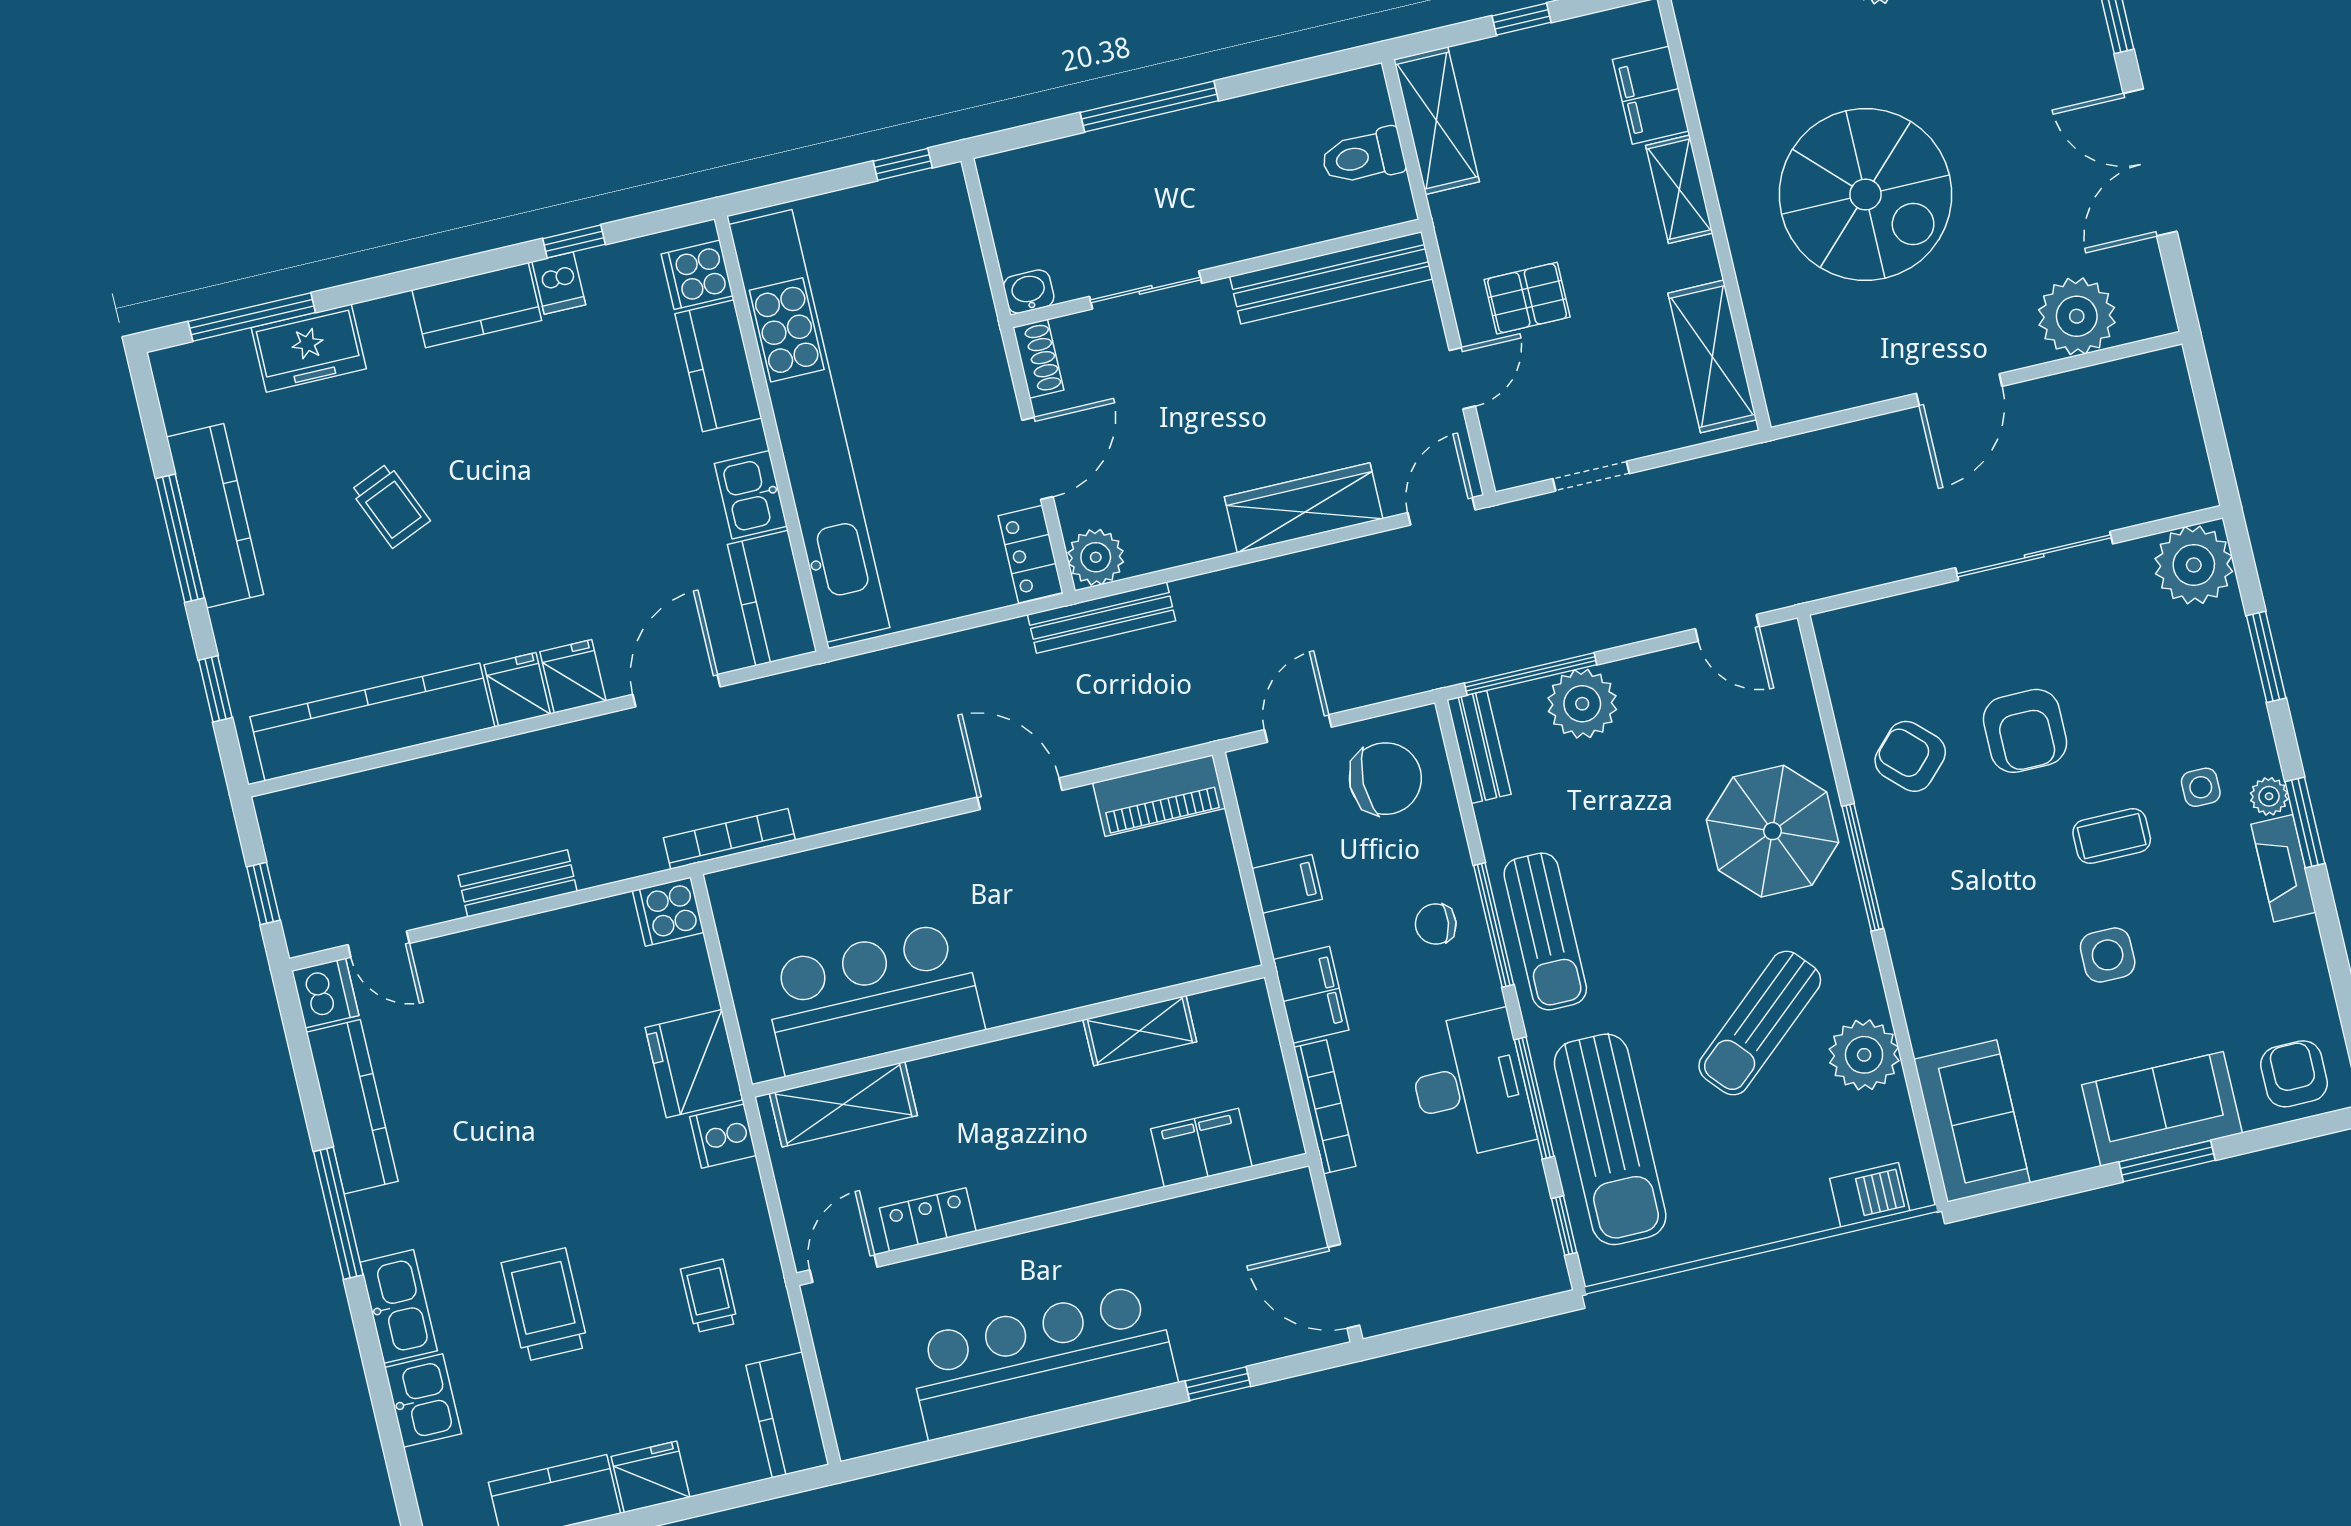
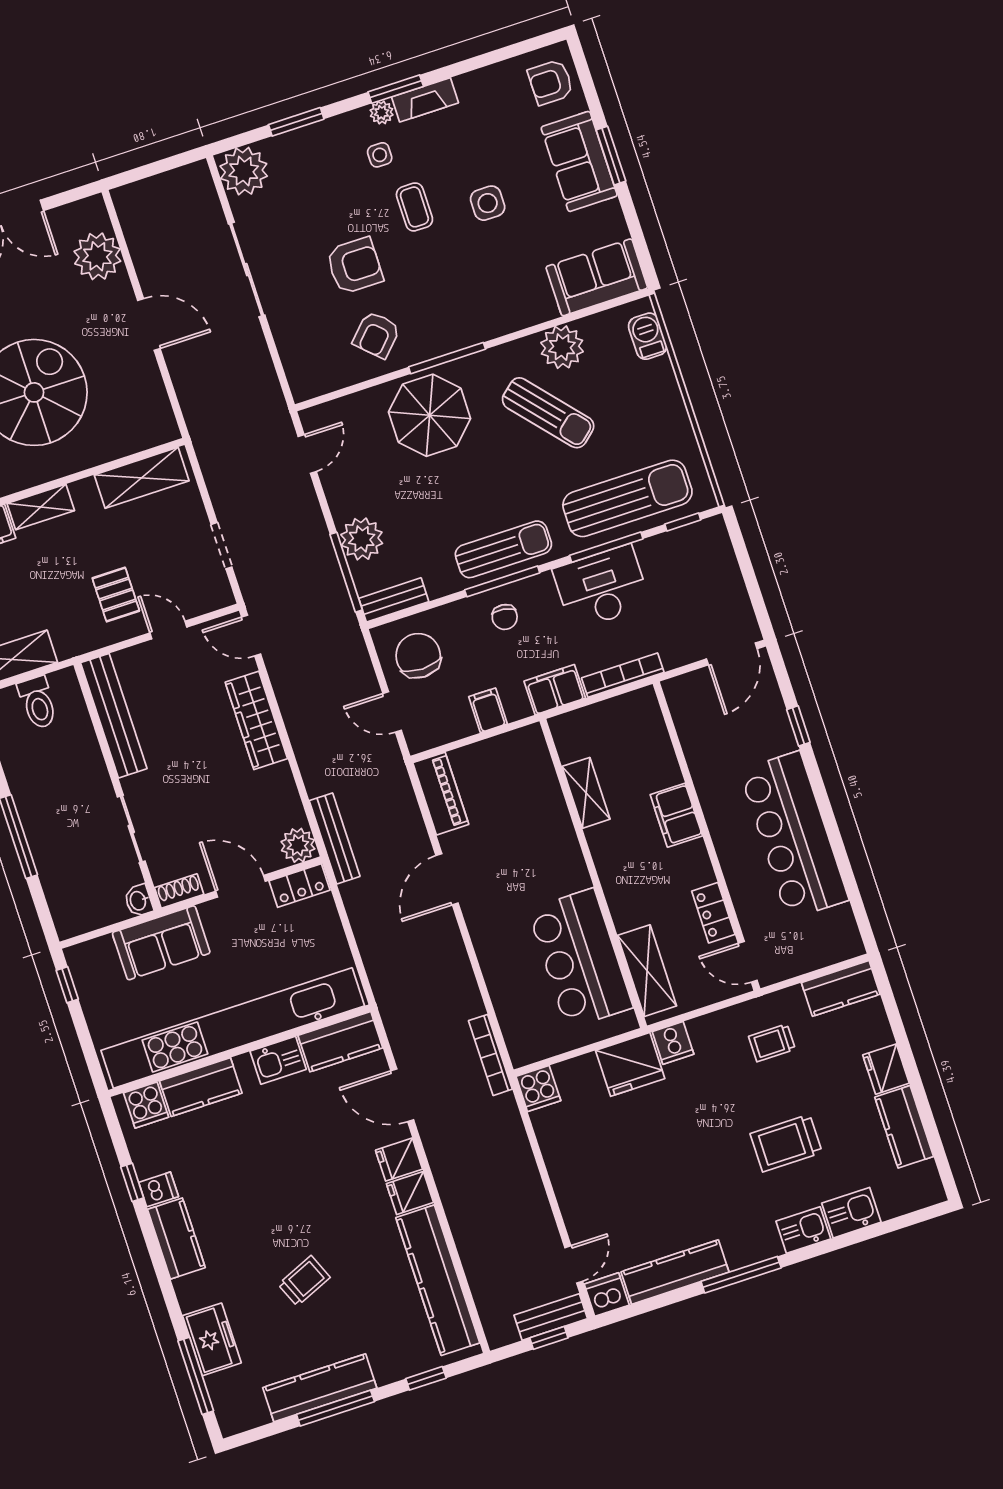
sofa: (957, 322) -> (161, 943), added
bench: (518, 883) -> (551, 1317), moved, turned 90
filing cabinet: (1201, 1148) -> (676, 815), moved
kitchen sink: (399, 1306) -> (803, 1230), width x0.73

